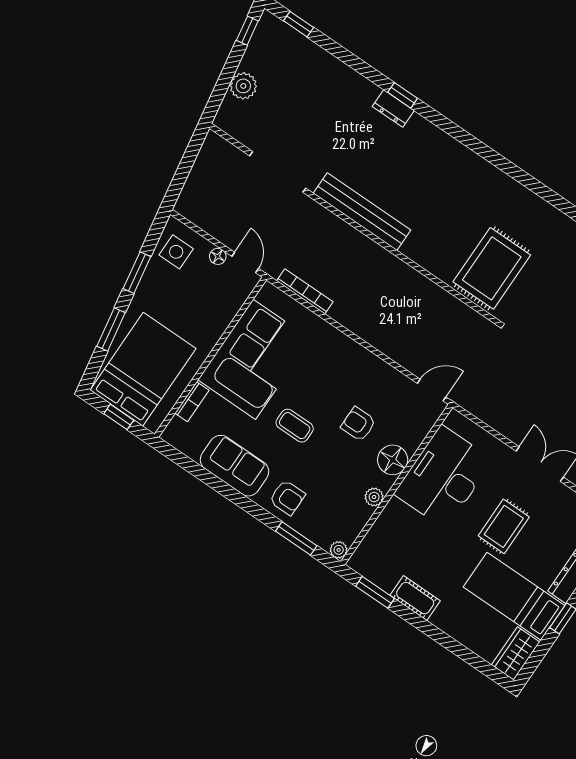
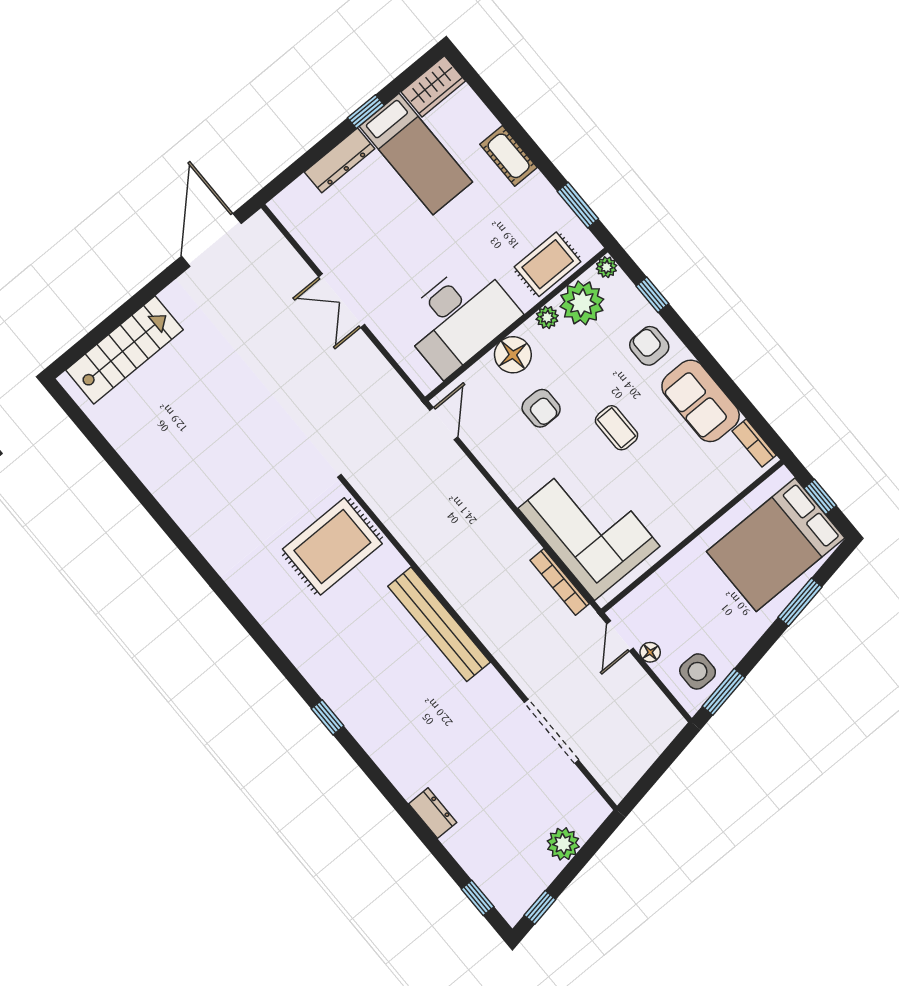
window: (403, 95) -> (328, 717), moved
dresser: (393, 109) -> (433, 813), moved
bench: (362, 212) -> (439, 624), moved
window: (137, 273) -> (724, 692), moved
corner sofa: (254, 359) -> (589, 527), moved, turned 90
door: (432, 390) -> (444, 424), swing flipped
bookcase: (192, 402) -> (754, 443), moved, turned -90
plant: (350, 516) -> (582, 303), added
rug: (504, 526) -> (548, 264), moved
window: (296, 538) -> (652, 295), width x0.67
cot: (415, 598) -> (509, 156), moved

